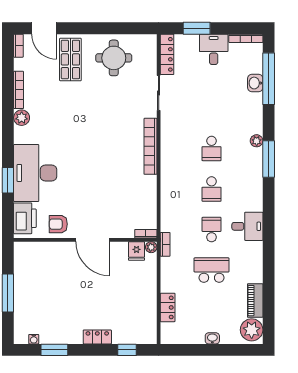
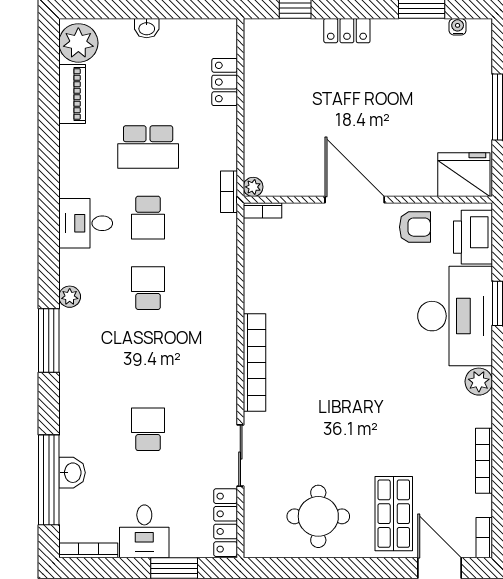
plant: (22, 118) -> (479, 382), moved
plant: (257, 141) -> (70, 297), moved
school desk: (212, 148) -> (148, 429), moved
fridge: (137, 251) -> (464, 175), moved, width x1.88, depth x1.34

